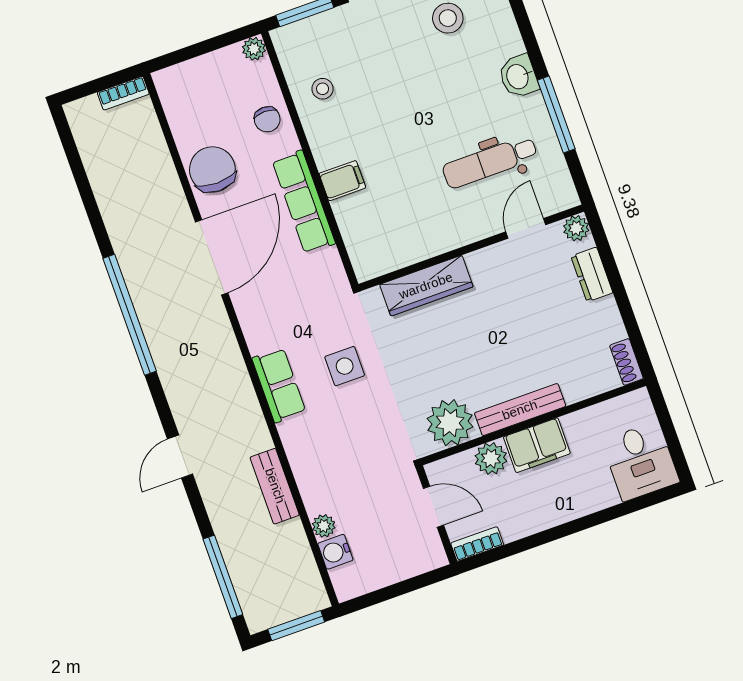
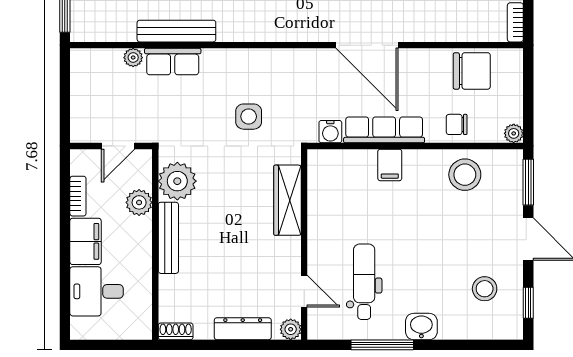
stool: (323, 89) -> (465, 175), width x1.89, depth x1.89
chair: (212, 169) -> (472, 71), moved
dresser: (592, 274) -> (243, 329), width x1.44
row of seats: (279, 385) -> (173, 62), moved
filing cabinet: (537, 445) -> (86, 241), moved, turned 180
desk: (640, 461) -> (97, 291), moved
bench: (275, 486) -> (176, 31), width x1.36
bookcase: (477, 544) -> (78, 196), moved
water cooler: (335, 552) -> (330, 132), moved, turned 180

